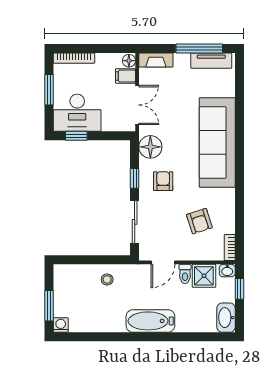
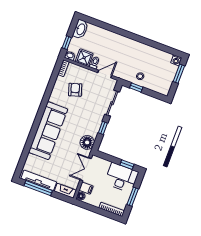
tv unit: (211, 61) -> (39, 180), width x1.41
armchair: (163, 181) -> (87, 120), removed
window: (106, 260) -> (136, 88), added
bathtub: (150, 321) -> (124, 43), removed

